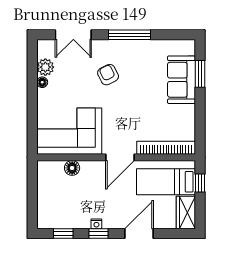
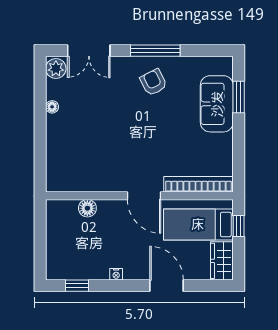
plant: (45, 67) -> (56, 69), moved
armchair: (108, 75) -> (153, 82), moved
corner sofa: (69, 131) -> (84, 165), removed
door: (120, 157) -> (144, 196), hinge flipped
window: (99, 233) -> (119, 286), removed
door: (139, 233) -> (167, 286), hinge flipped

